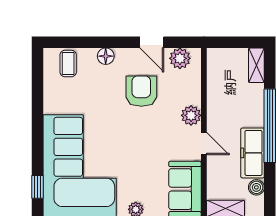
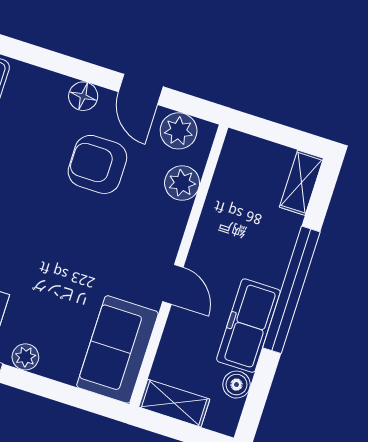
floor lamp: (106, 56) -> (83, 96), moved
armchair: (141, 91) -> (97, 164), turned -90
plant: (191, 115) -> (182, 183), moved

